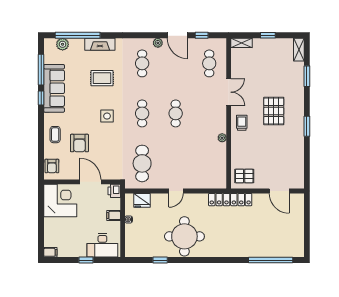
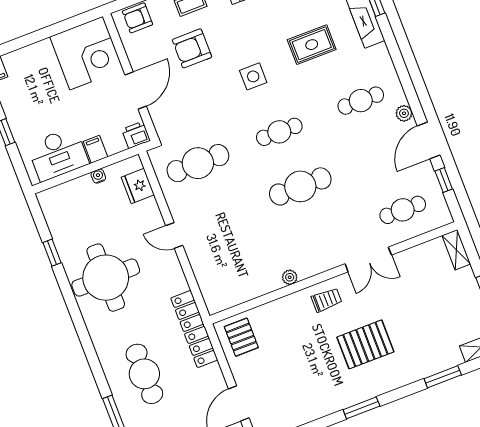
rug: (102, 78) -> (312, 45), turned 90
cafe table: (176, 113) -> (300, 186), width x1.37, depth x1.35
cafe table: (244, 235) -> (144, 374), added
desk: (102, 245) -> (58, 154), moved, turned -90

